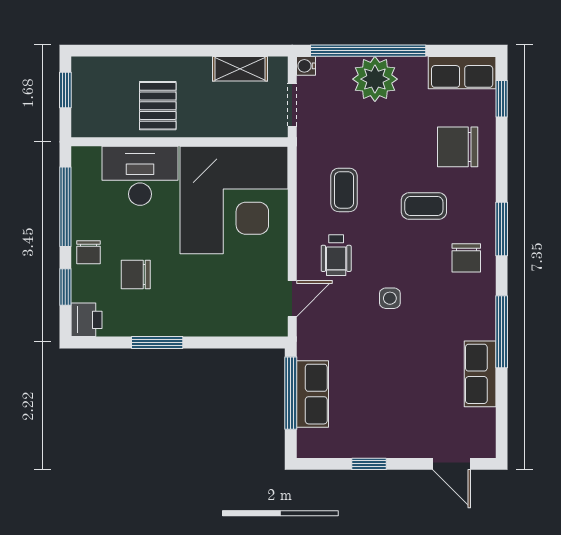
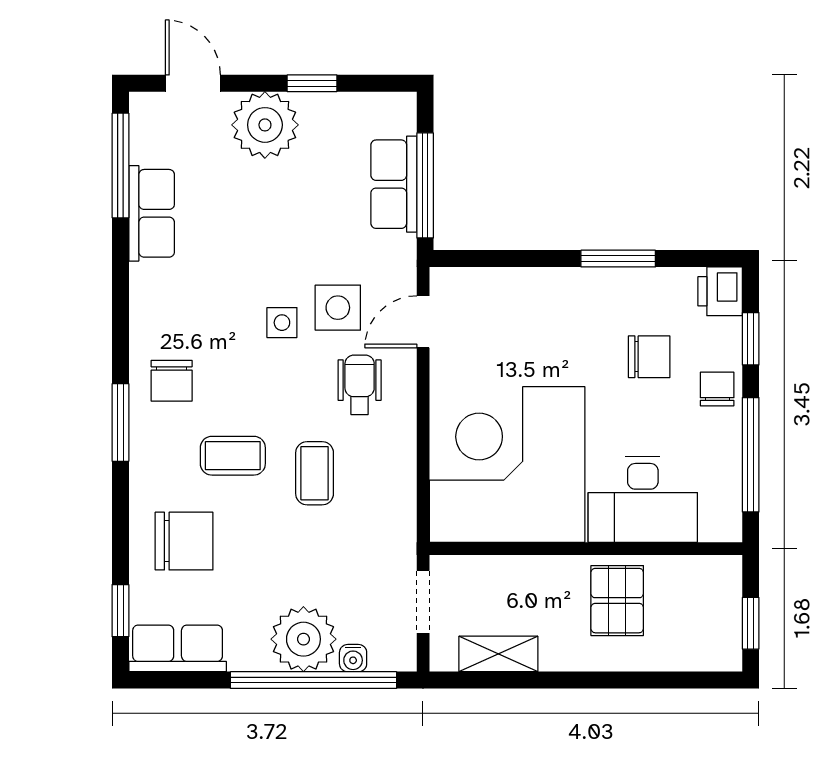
water cooler: (306, 66) -> (353, 658), moved, turned 90
coffee table: (344, 190) -> (315, 473), moved
chair: (466, 258) -> (172, 381), turned 180
side table: (351, 309) -> (338, 308), added
window: (502, 332) -> (120, 166), moved
plant: (402, 435) -> (265, 125), added

